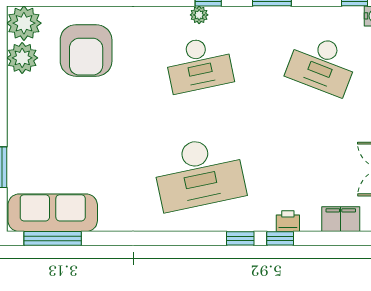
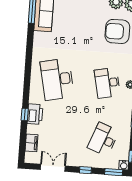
printer: (288, 221) -> (35, 114), width x1.87, depth x1.48
window: (240, 238) -> (26, 96), removed

